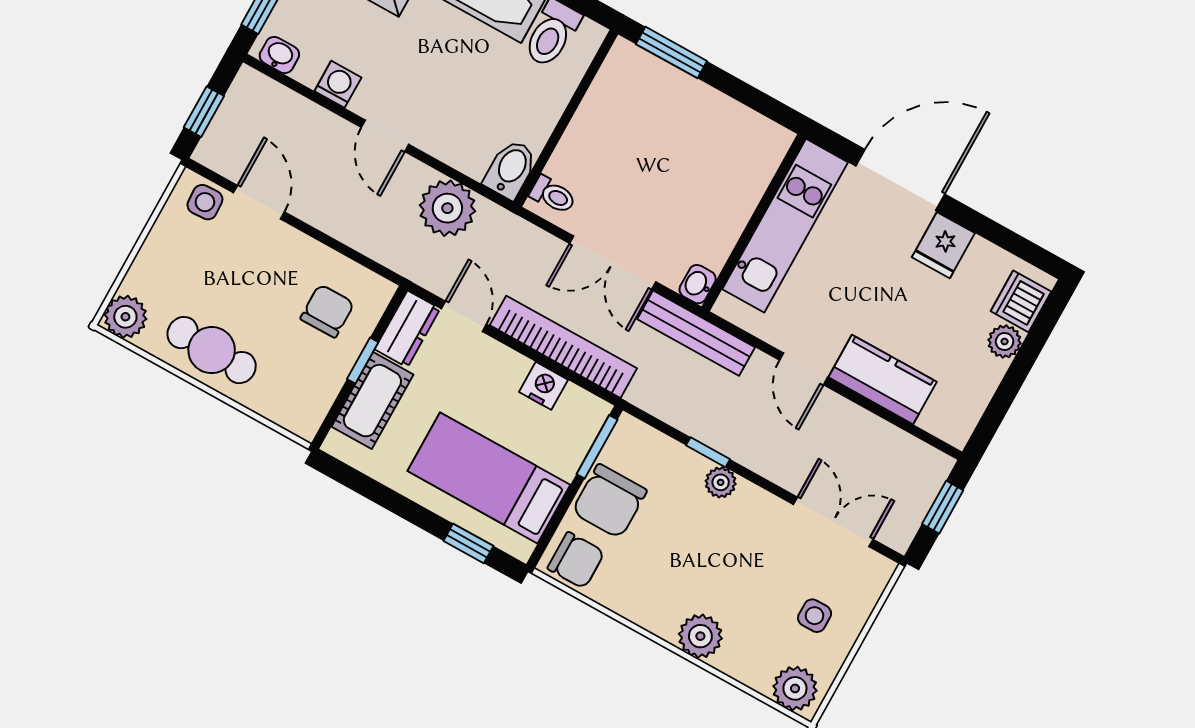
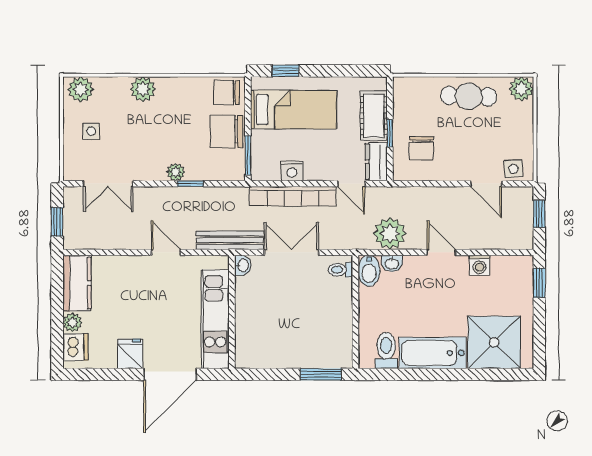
washbasin: (279, 55) -> (392, 263), moved
kitchen counter: (883, 380) -> (77, 283), moved, turned -90
chair: (609, 501) -> (226, 132), turned -90

